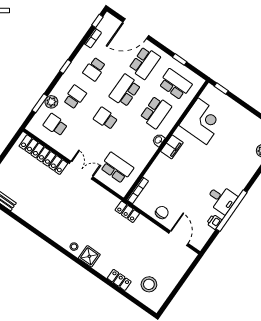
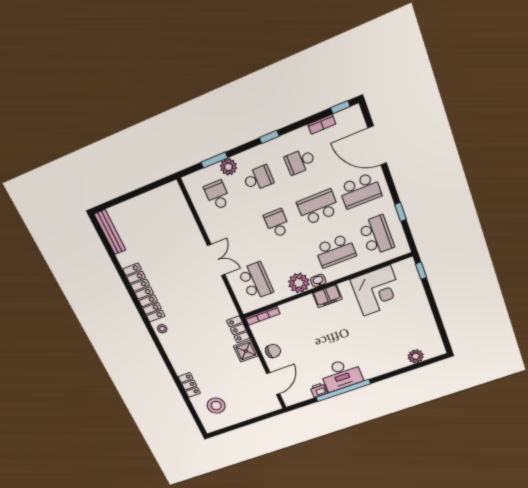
plant: (147, 150) -> (299, 283), added
locker: (43, 155) -> (144, 293), moved, turned 180
desk: (221, 199) -> (341, 375), width x1.37
shower: (89, 256) -> (246, 351), moved

